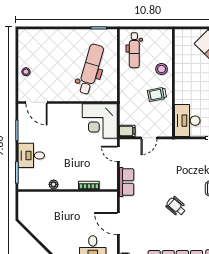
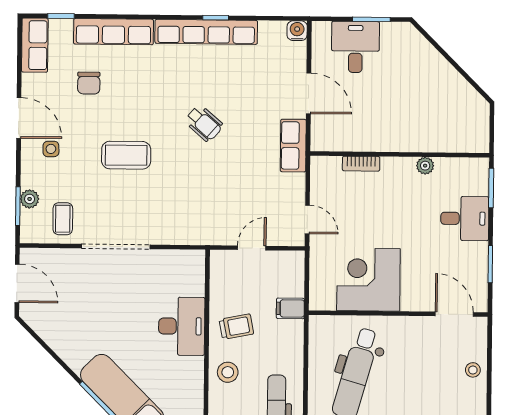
corner desk: (100, 121) -> (368, 280), moved, turned -90
desk: (187, 121) -> (182, 326), moved
filing cabinet: (127, 131) -> (290, 308), moved
row of seats: (127, 182) -> (293, 146), moved

